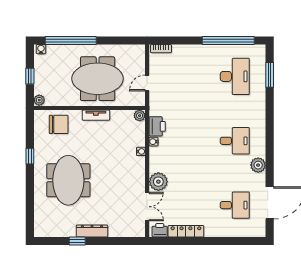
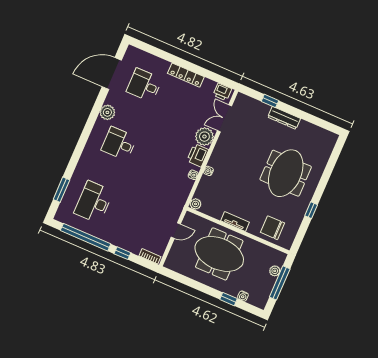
window: (71, 41) -> (229, 299), width x0.32
window: (188, 41) -> (122, 253), added
water cooler: (41, 49) -> (243, 296), moved
window: (30, 76) -> (280, 283), width x2.17
plant: (39, 100) -> (275, 271), moved
printer: (157, 126) -> (198, 155), moved
locker: (186, 231) -> (186, 75), moved
window: (77, 241) -> (270, 101), moved

